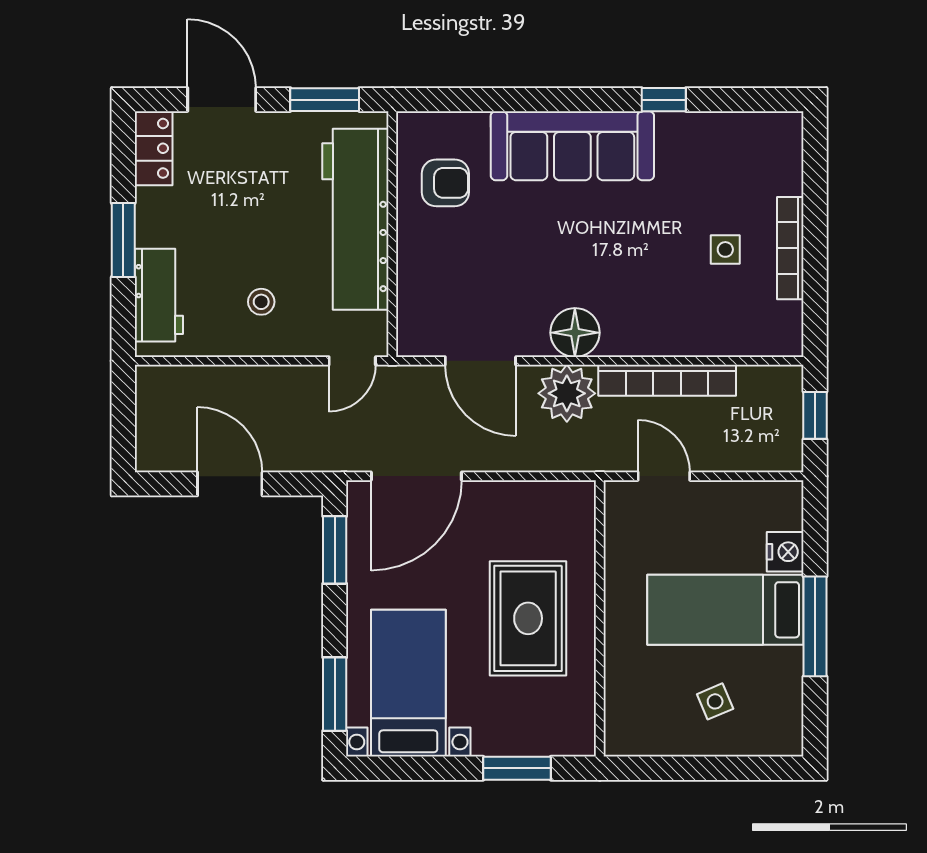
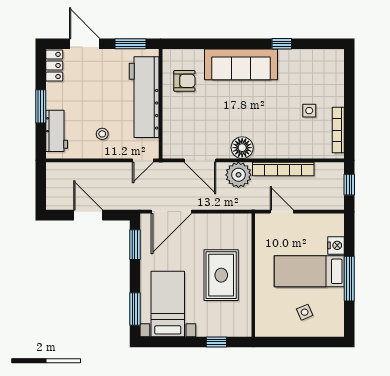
bookcase: (790, 248) -> (338, 130), moved
window: (517, 768) -> (216, 342), width x0.67

